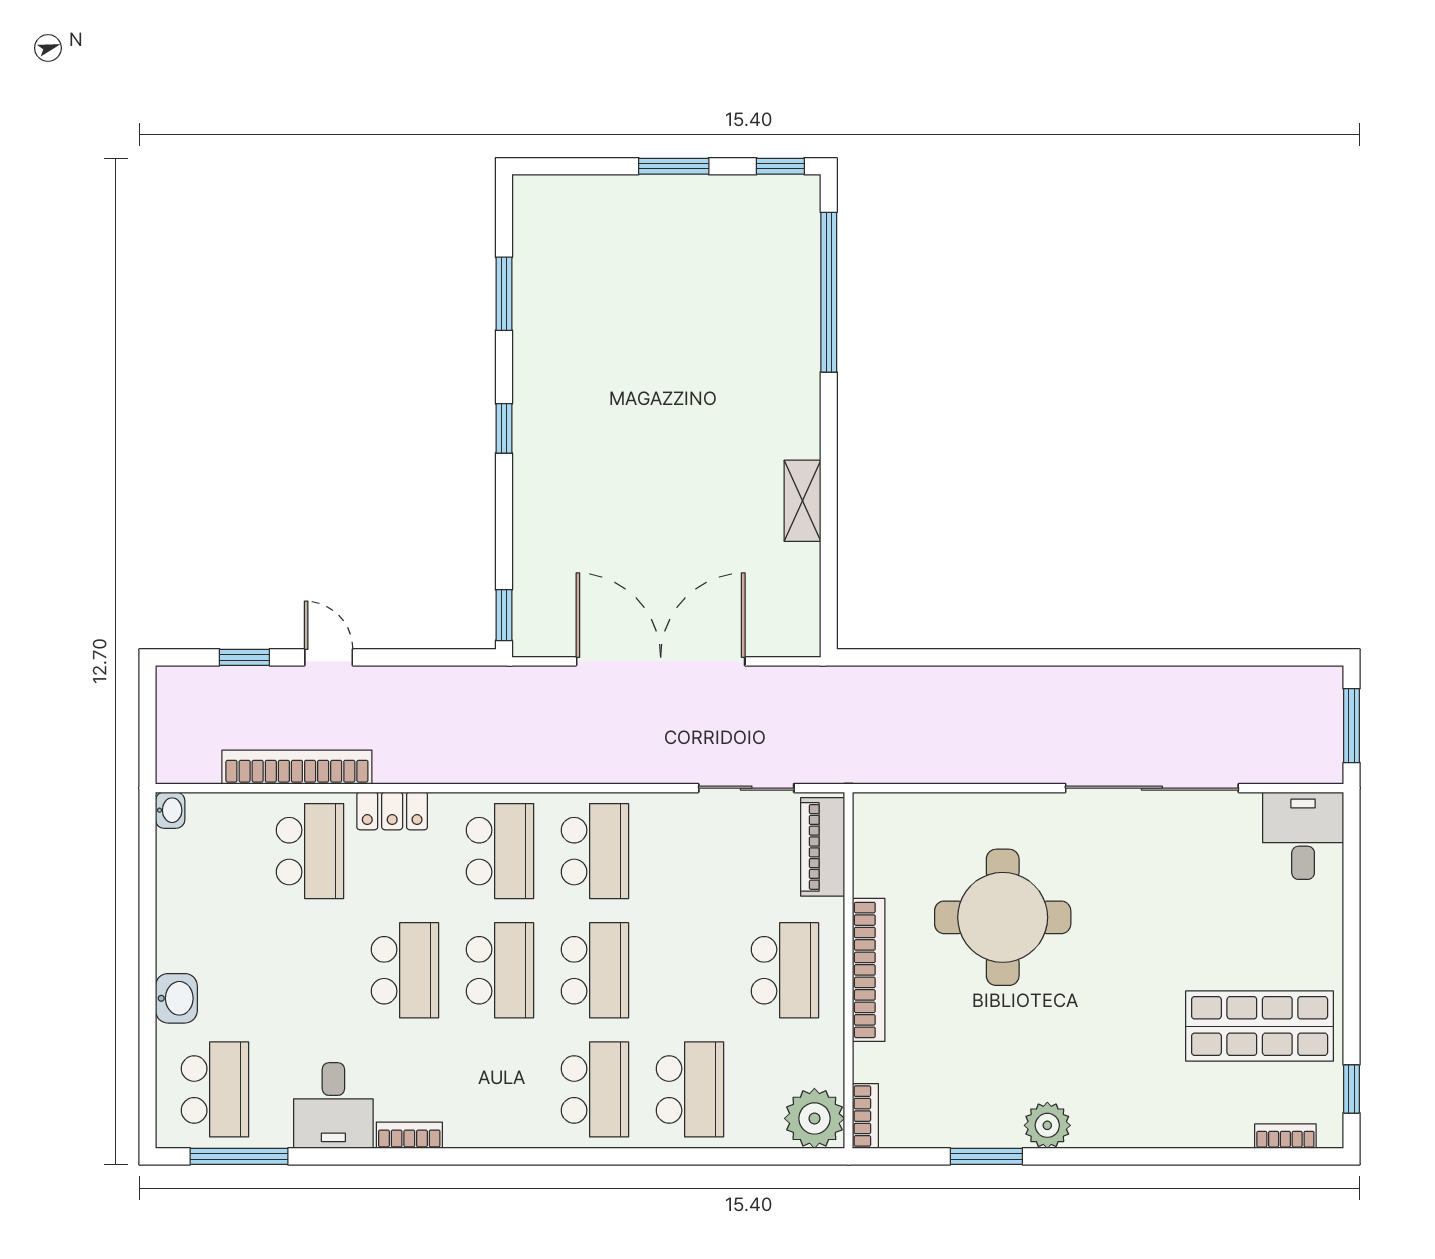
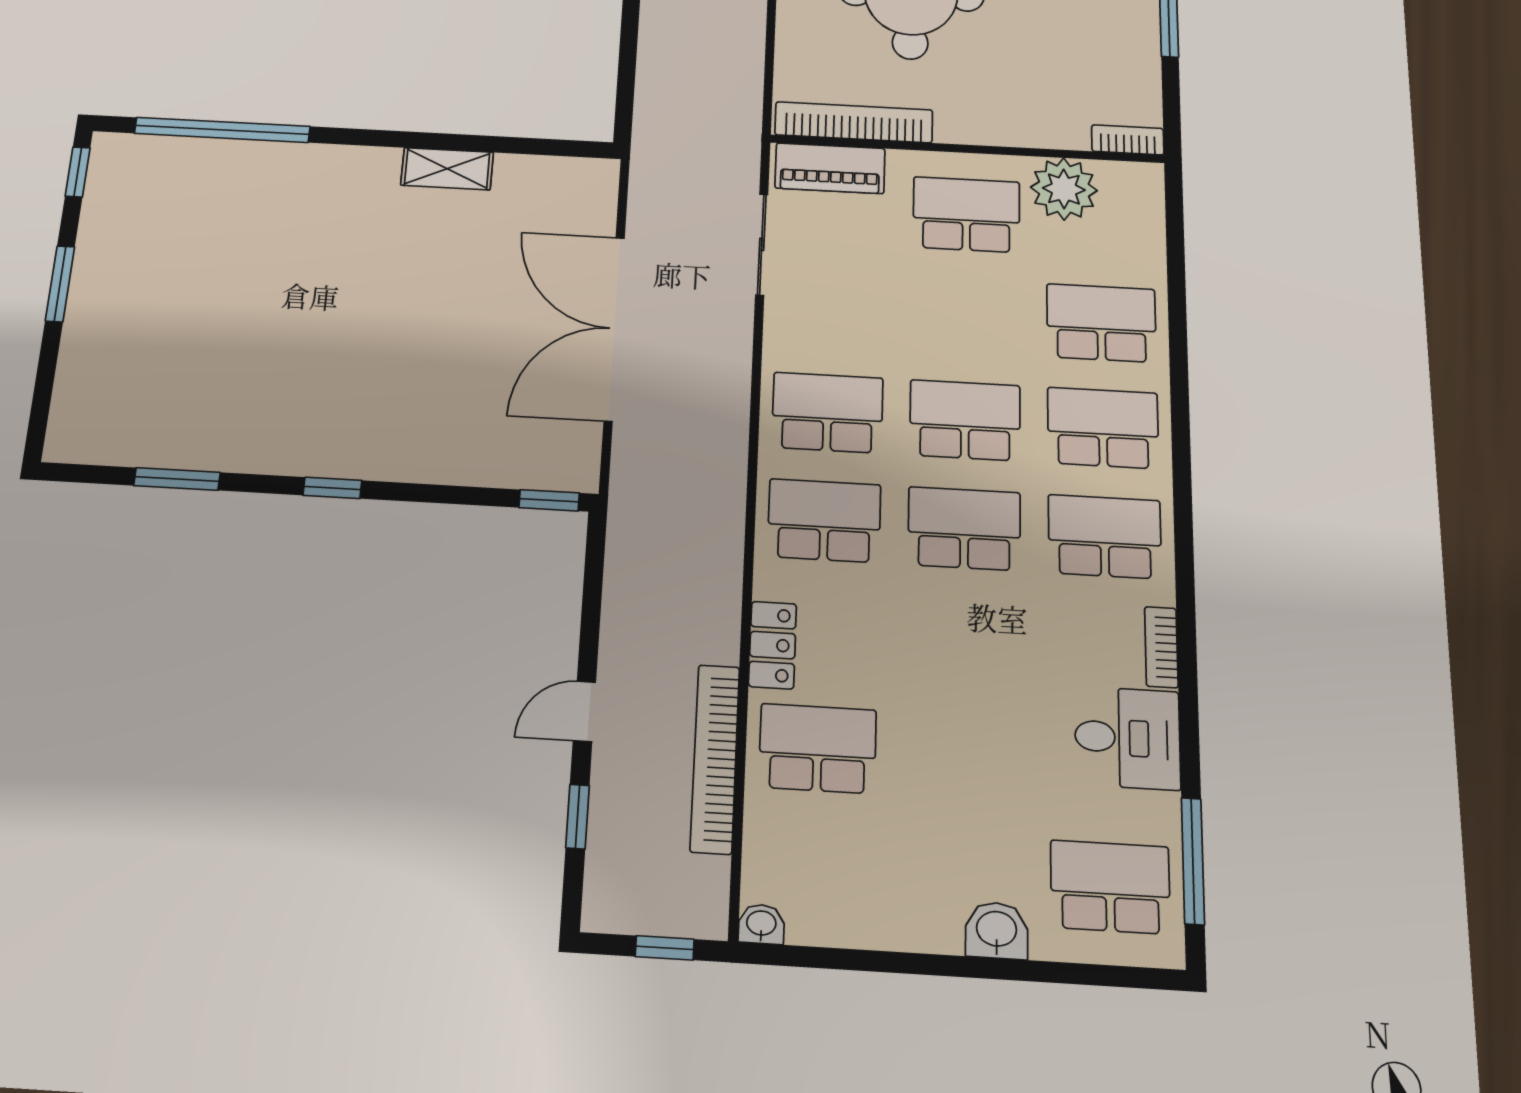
window: (147, 734) -> (665, 948), added
school desk: (405, 970) -> (1105, 537), moved
bookcase: (869, 970) -> (854, 122), moved
plant: (814, 1118) -> (1064, 189), moved

